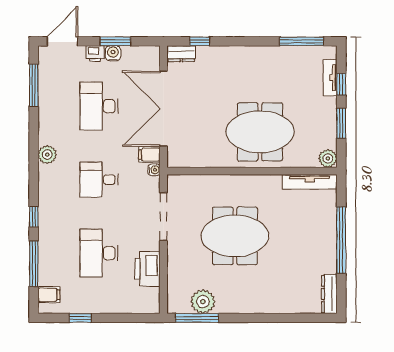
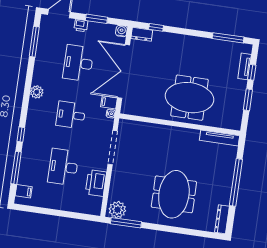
water cooler: (113, 53) -> (121, 31), moved
plant: (328, 158) -> (235, 123), removed
meeting table: (235, 236) -> (174, 194), moved, turned 90
plant: (203, 302) -> (117, 210), moved
window: (80, 318) -> (43, 211), removed

